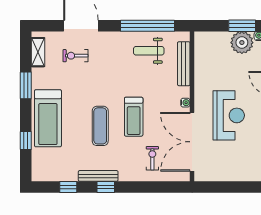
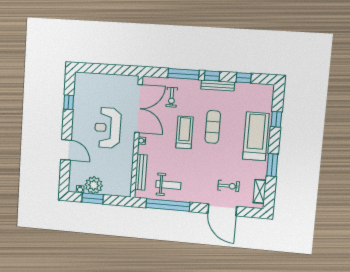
window: (140, 187) -> (183, 74), added

